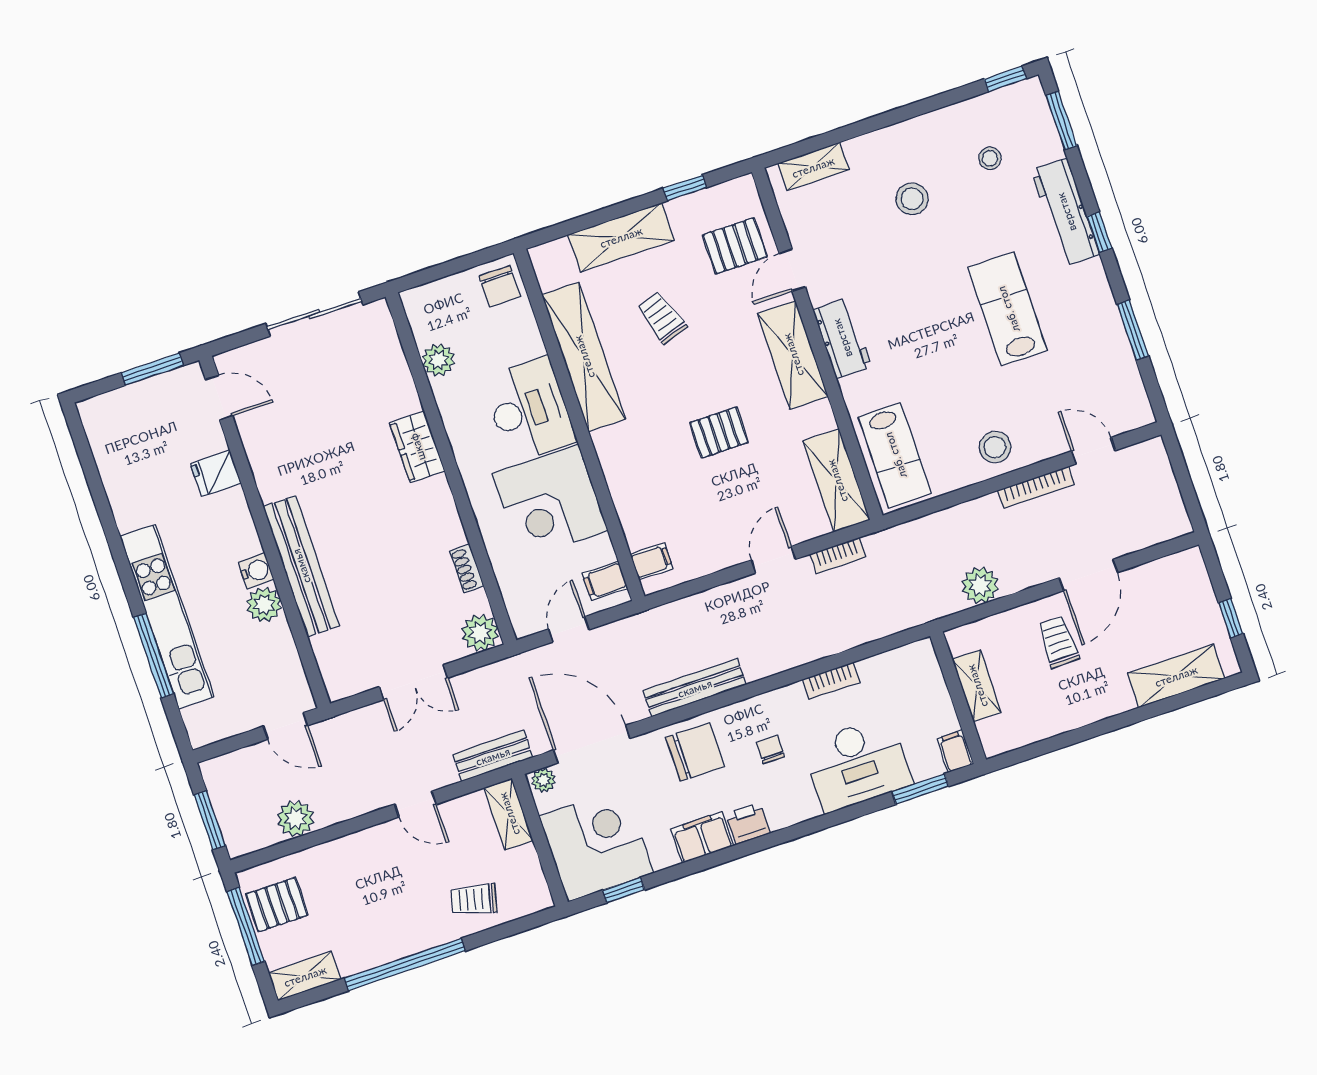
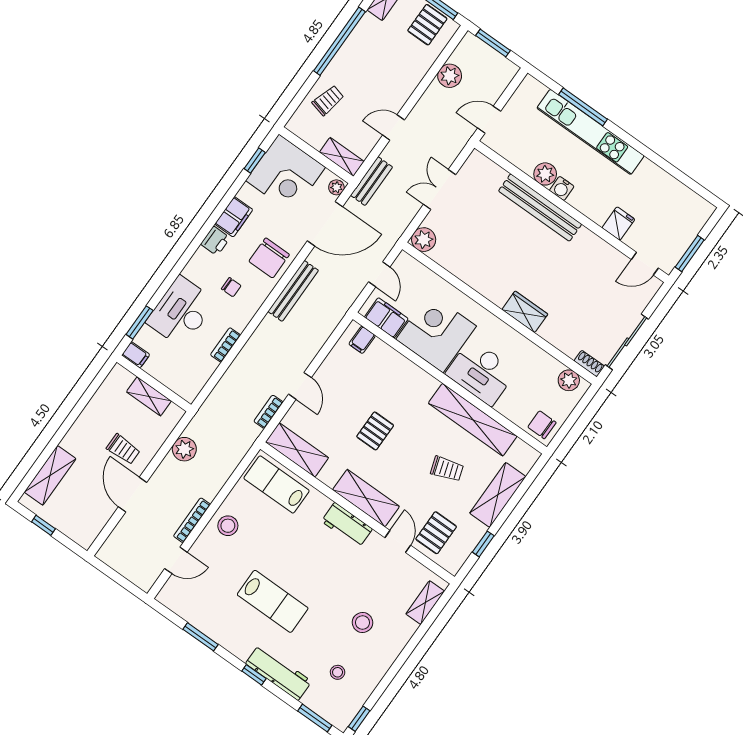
plant: (438, 360) -> (569, 380), moved
shoe rack: (467, 569) -> (589, 364), moved
filing cabinet: (605, 581) -> (386, 318), width x2.00

